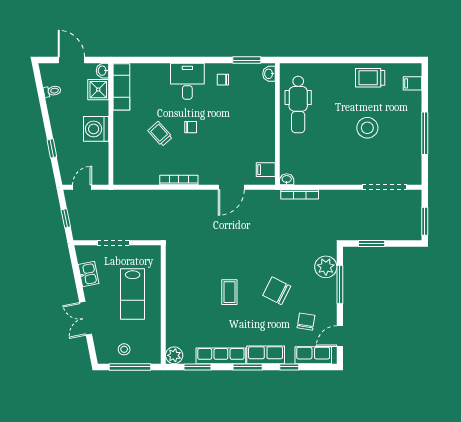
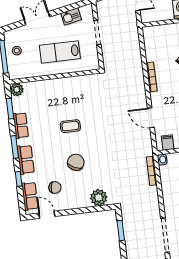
window: (340, 284) -> (86, 210), removed
row of seats: (221, 356) -> (21, 125), width x0.68

